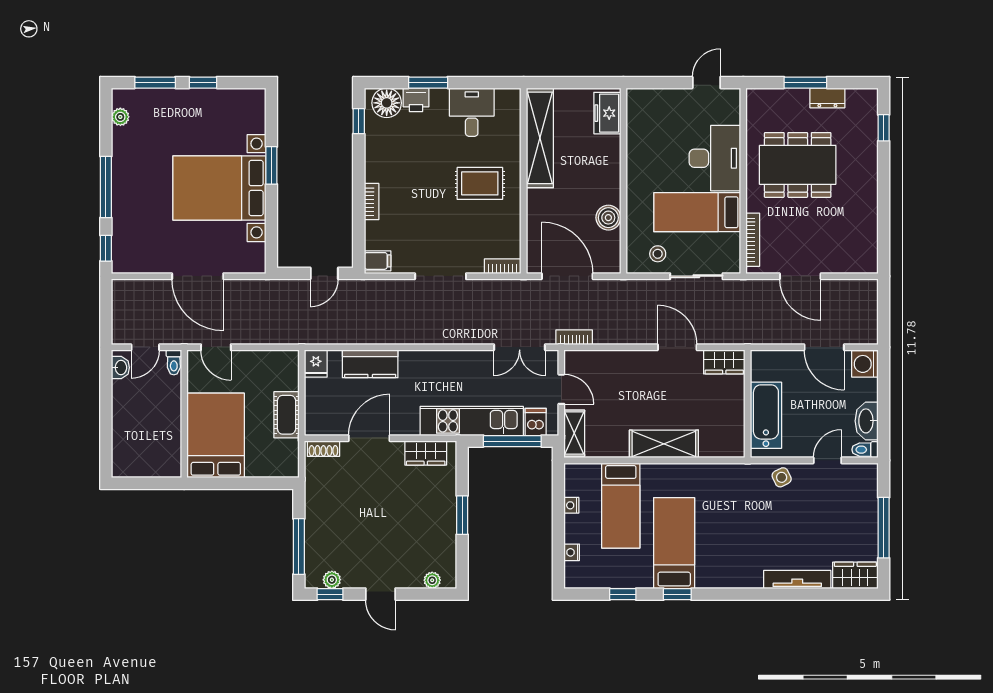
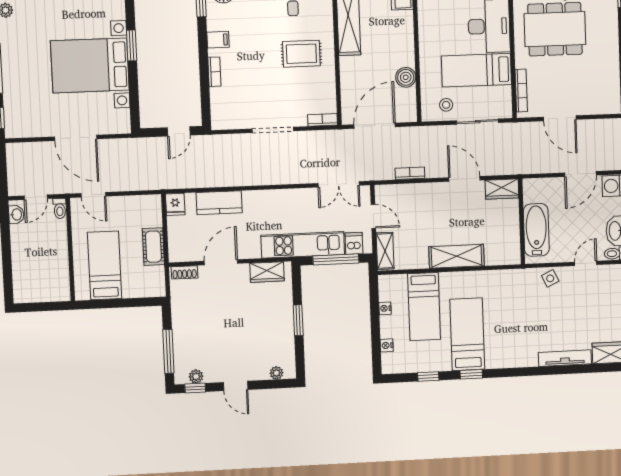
filing cabinet: (378, 261) -> (218, 40), moved
door: (567, 276) -> (375, 126), hinge flipped
bookcase: (574, 337) -> (410, 173), moved
door: (824, 347) -> (580, 174), hinge flipped
bed: (216, 435) -> (105, 265), width x0.67

